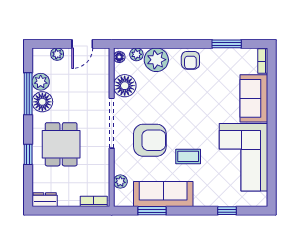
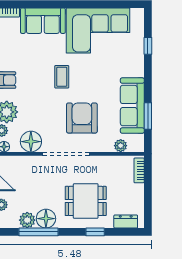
coffee table: (188, 156) -> (62, 77), moved
dresser: (45, 200) -> (126, 222), moved, turned 90

